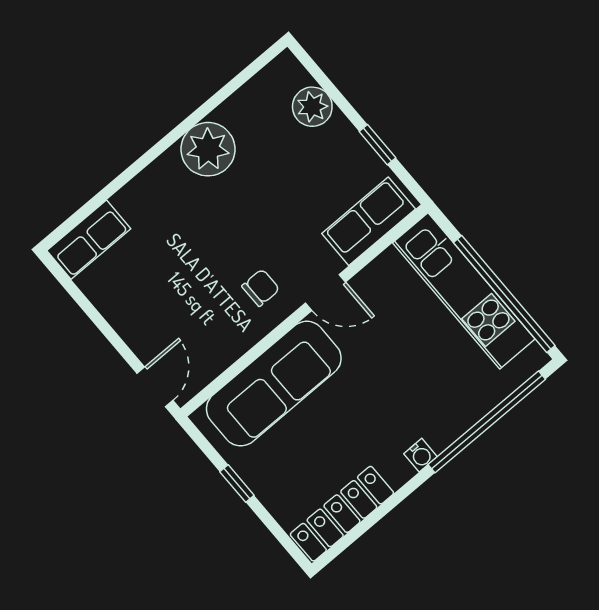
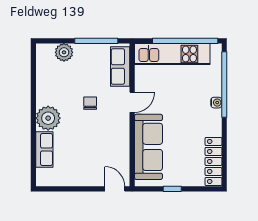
window: (377, 145) -> (96, 41), width x2.17
plant: (208, 149) -> (48, 118), moved
row of seats: (89, 240) -> (44, 150), moved
chair: (261, 288) -> (90, 103), moved
water cooler: (421, 455) -> (216, 103), moved

